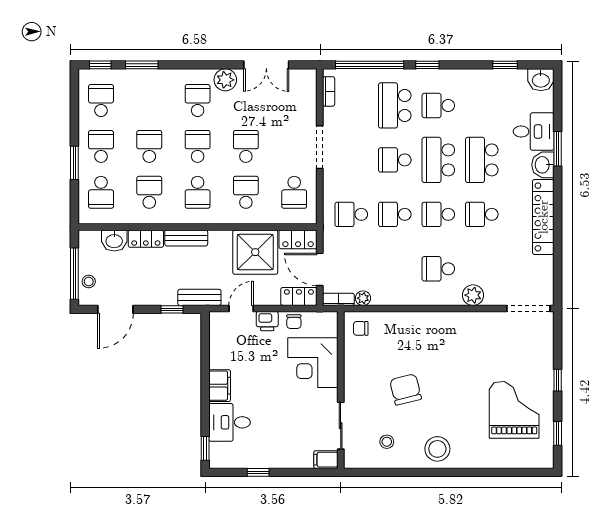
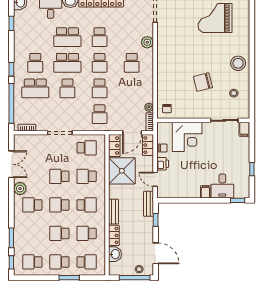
filing cabinet: (220, 386) -> (205, 192), width x0.50

